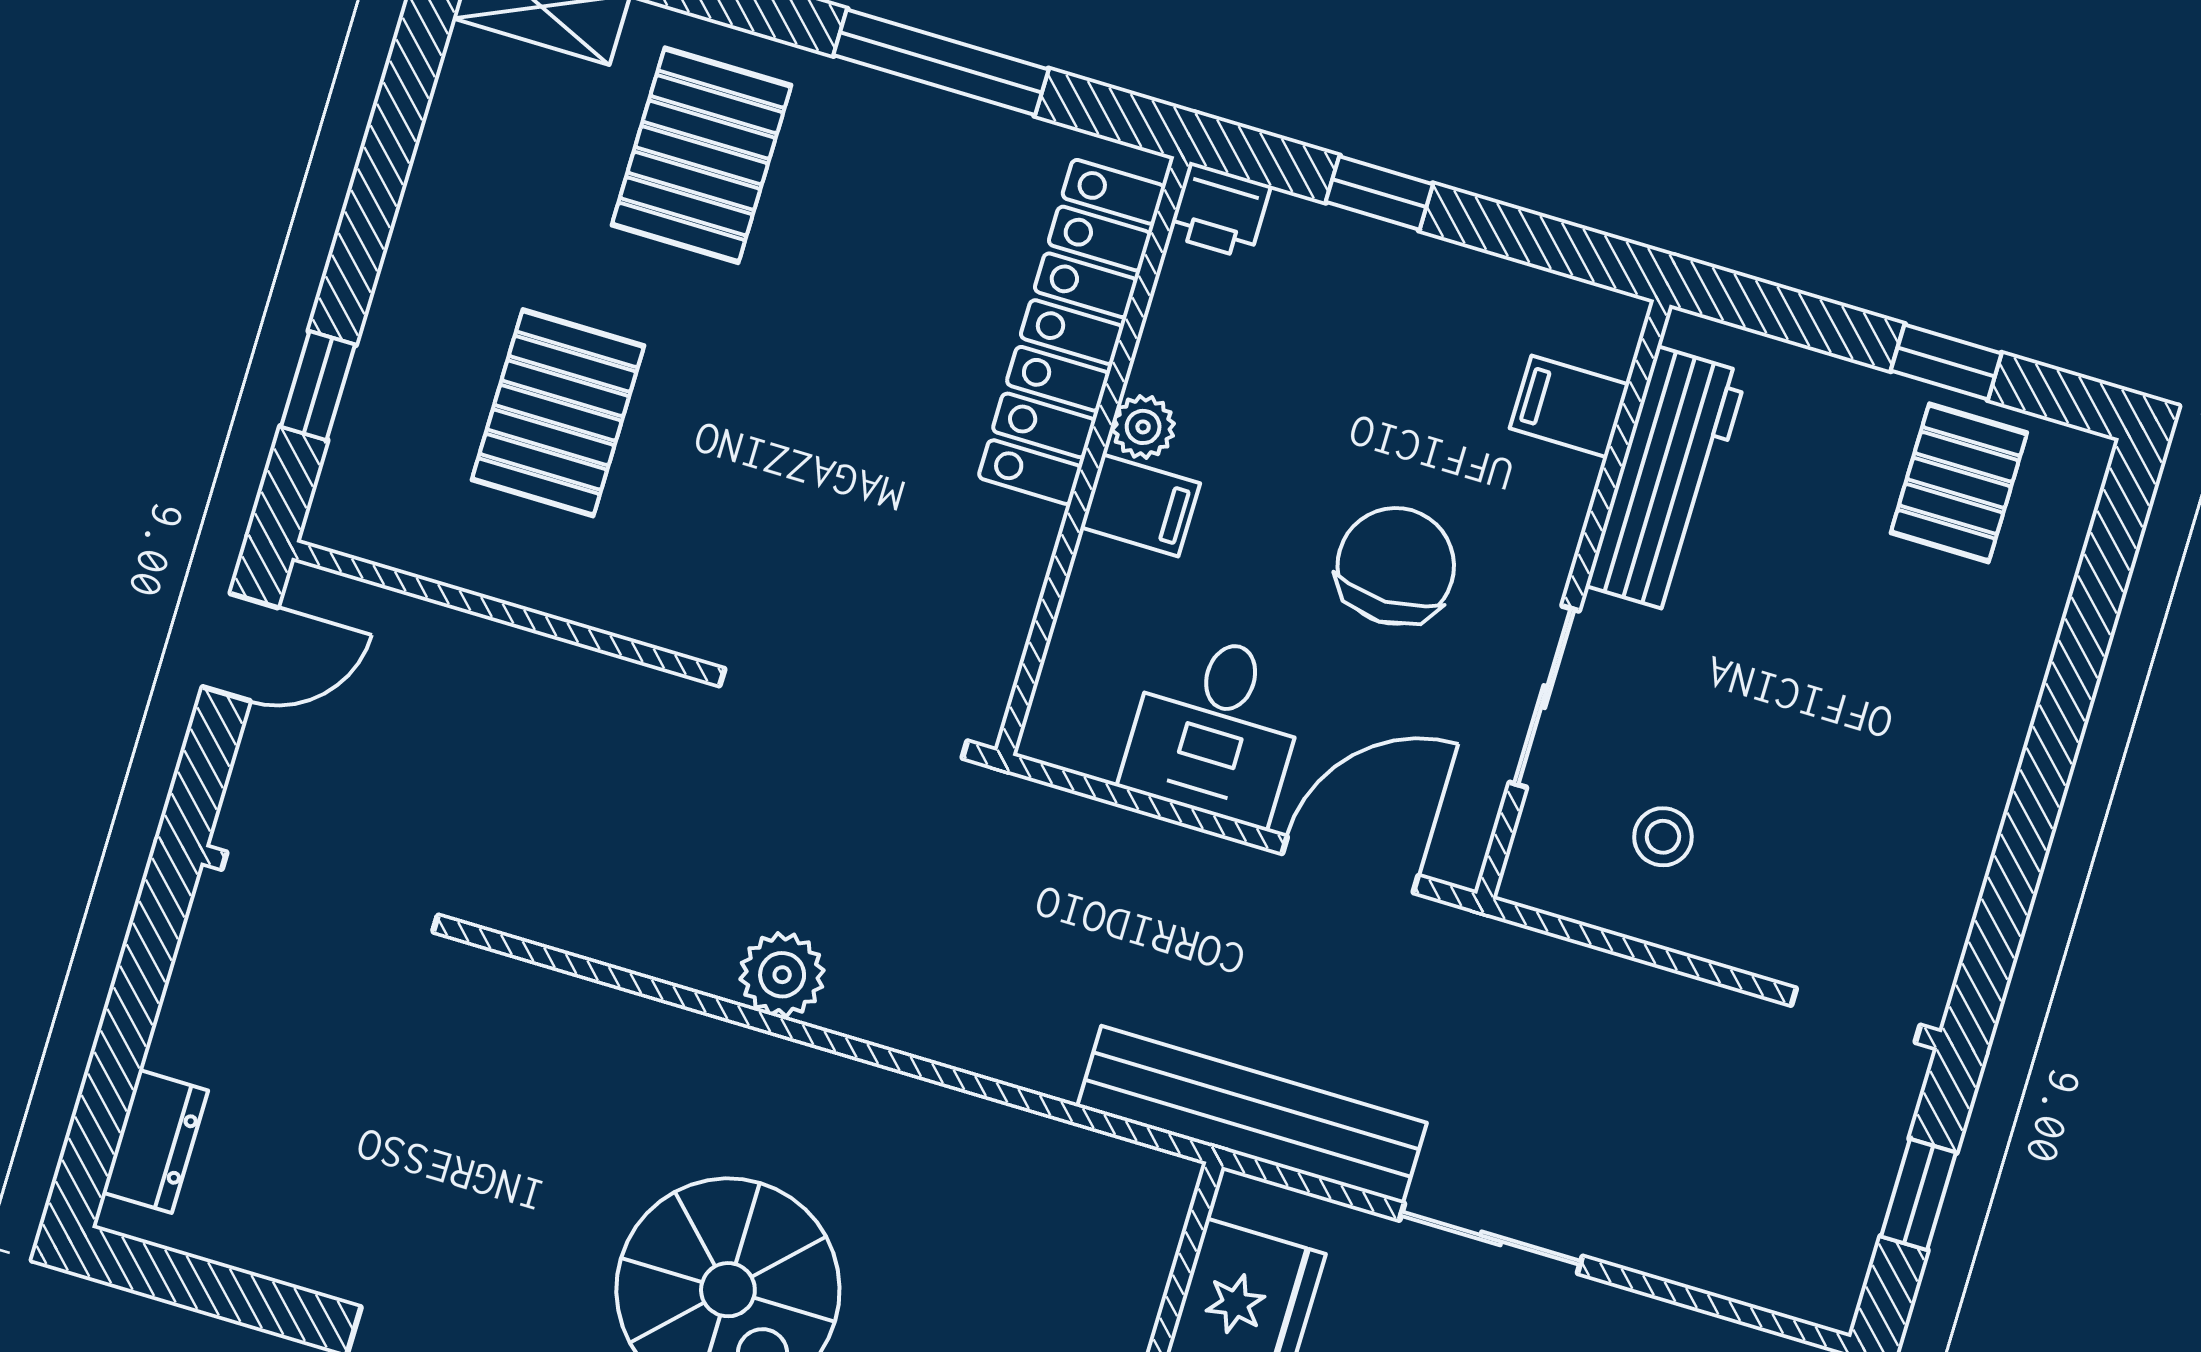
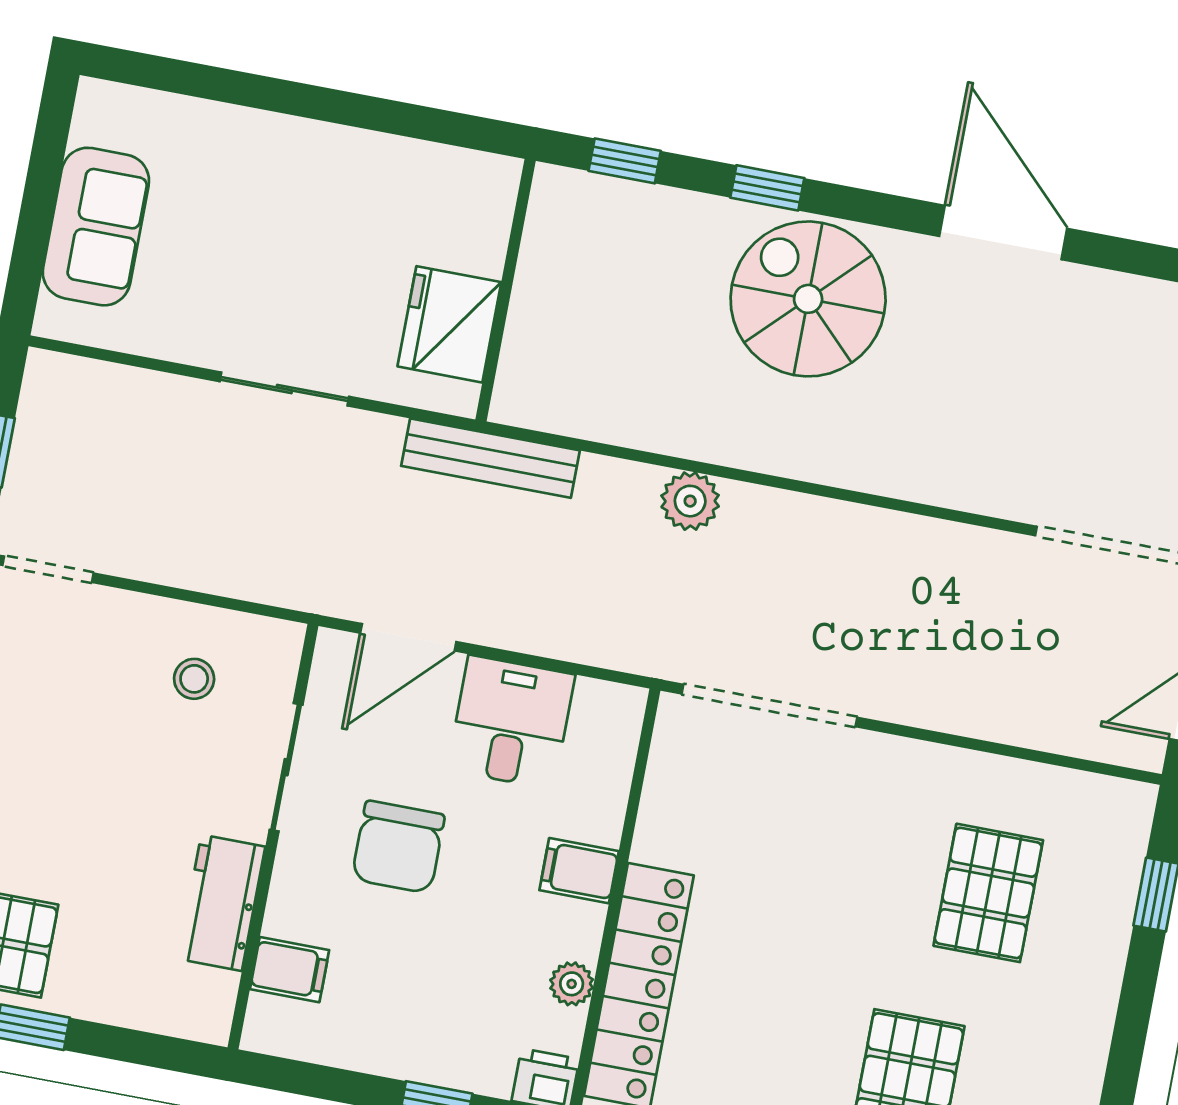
plant: (1143, 427) -> (572, 984), moved
workbench: (1666, 479) -> (222, 903), width x0.73
plant: (782, 975) -> (690, 501), moved
bench: (1252, 1115) -> (490, 458), width x0.73, depth x0.82

